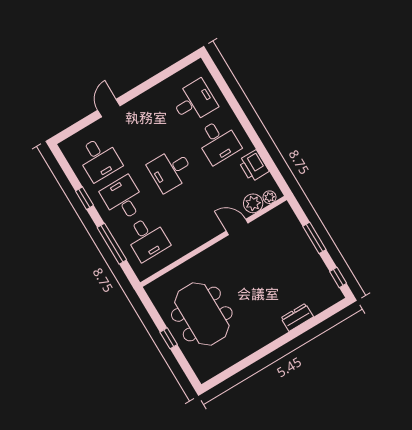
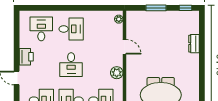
printer: (254, 166) -> (26, 57), moved, turned -90
plant: (253, 203) -> (117, 73), moved
door: (237, 227) -> (124, 47), swing flipped

